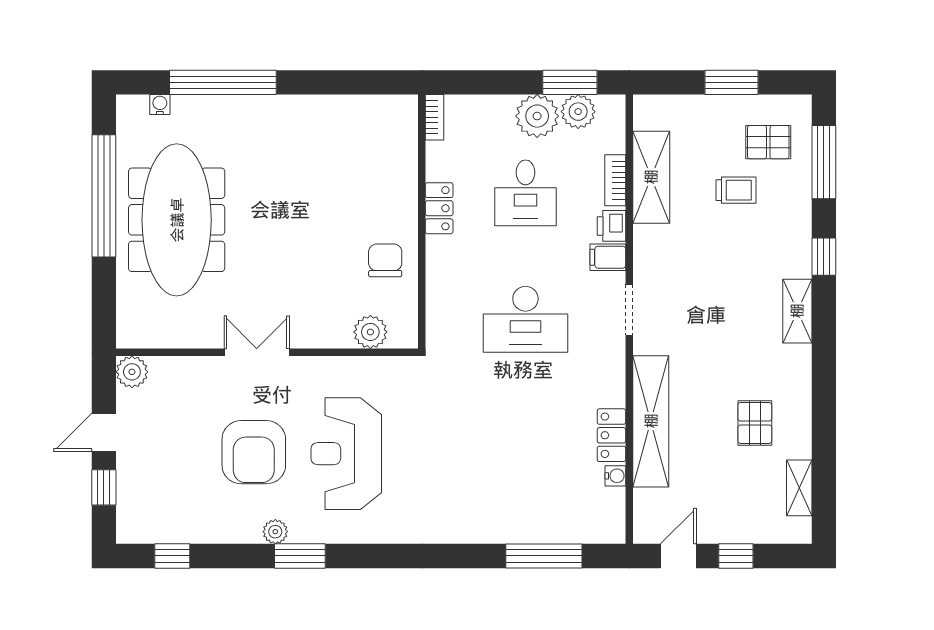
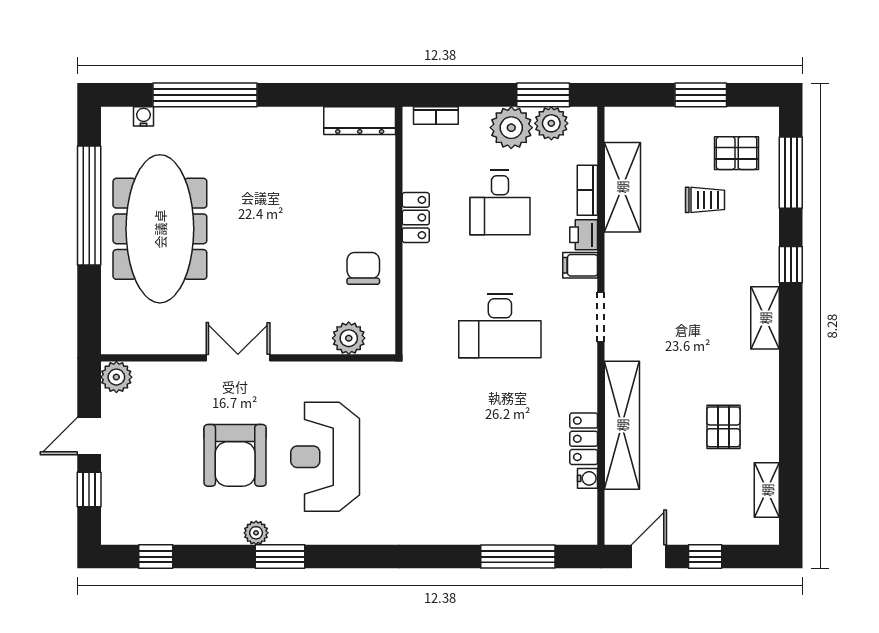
dresser: (382, 109) -> (360, 121), added
bookcase: (435, 117) -> (436, 116), moved, turned 90

